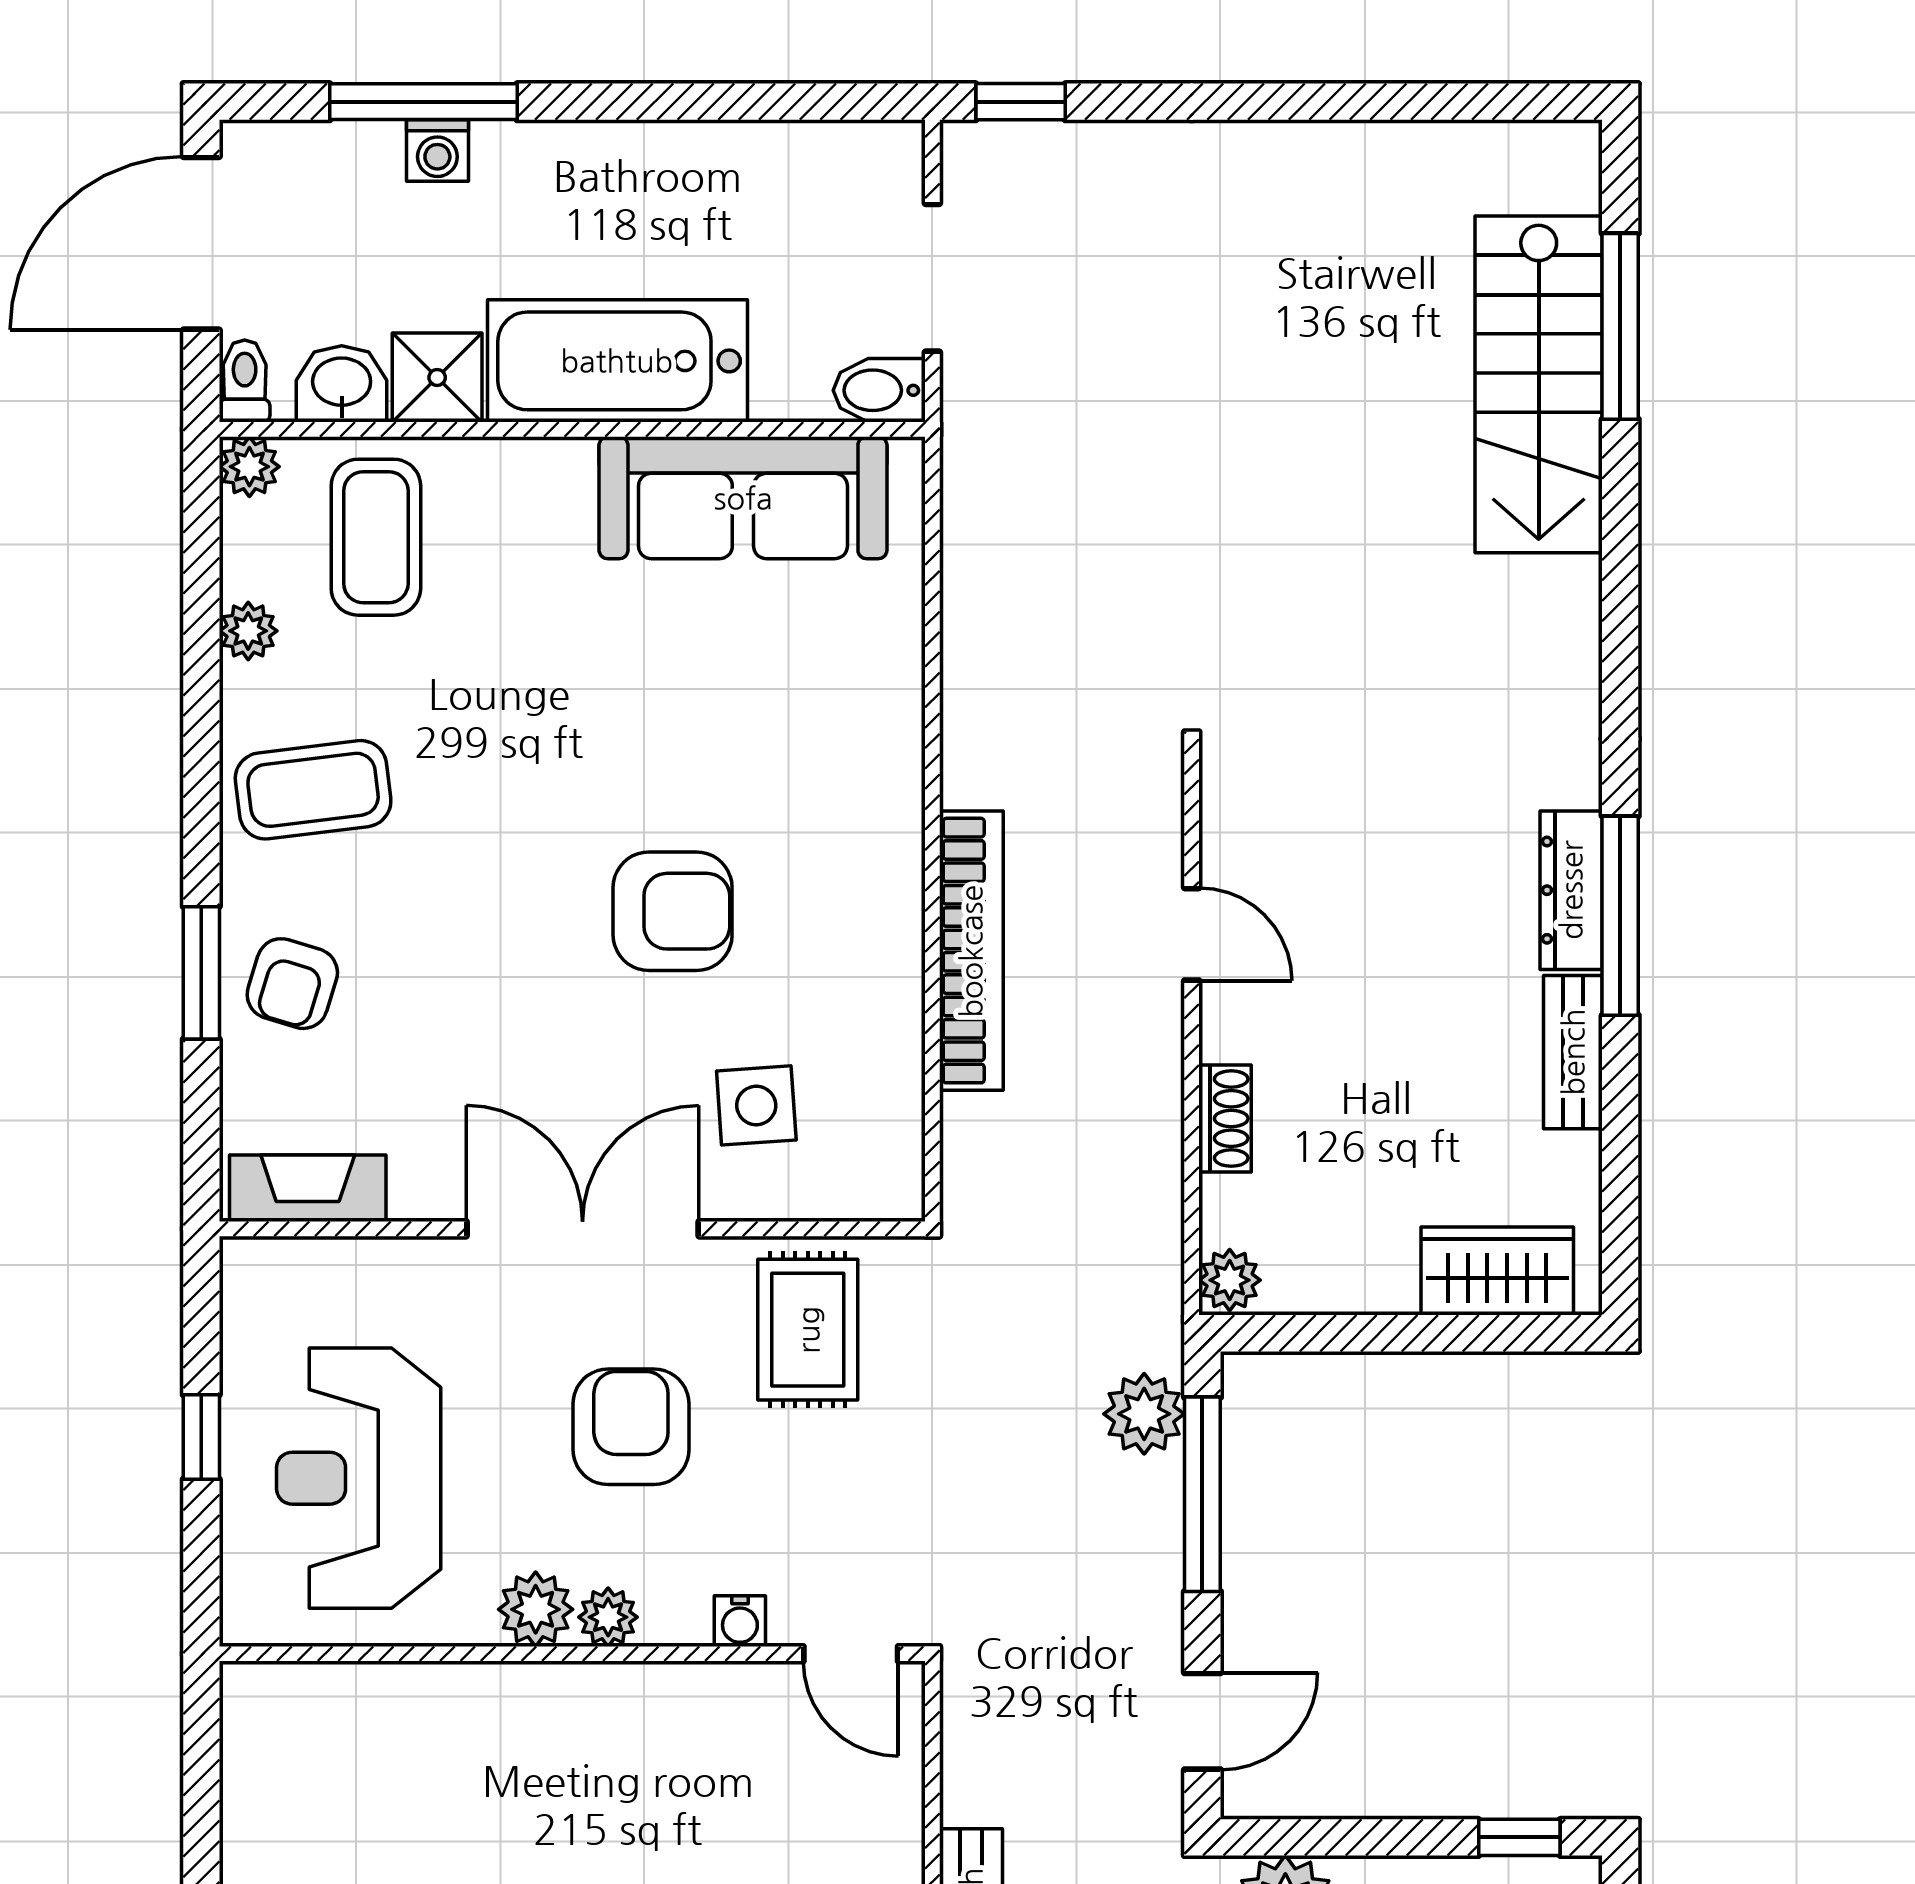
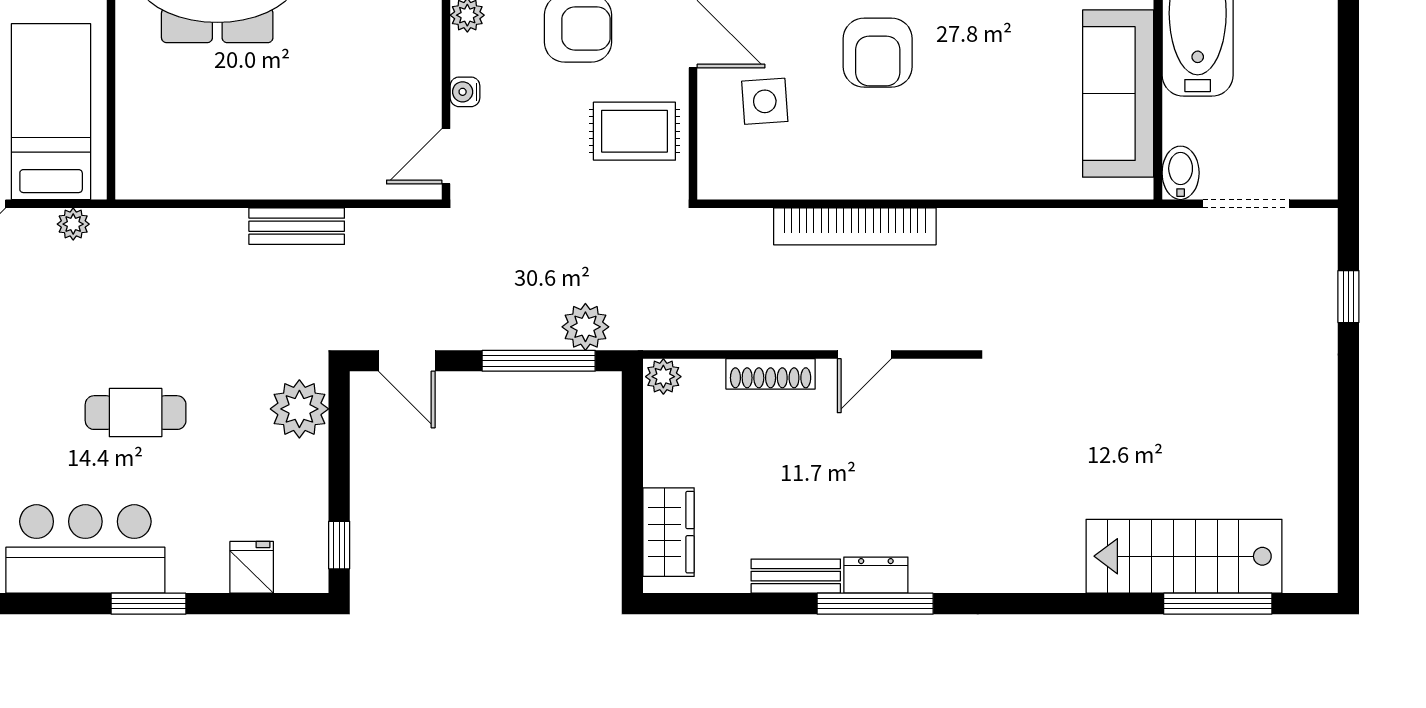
window: (1021, 102) -> (1348, 297), moved
dresser: (1571, 890) -> (876, 575), width x0.70
shoe rack: (1225, 1119) -> (771, 374), width x1.43

